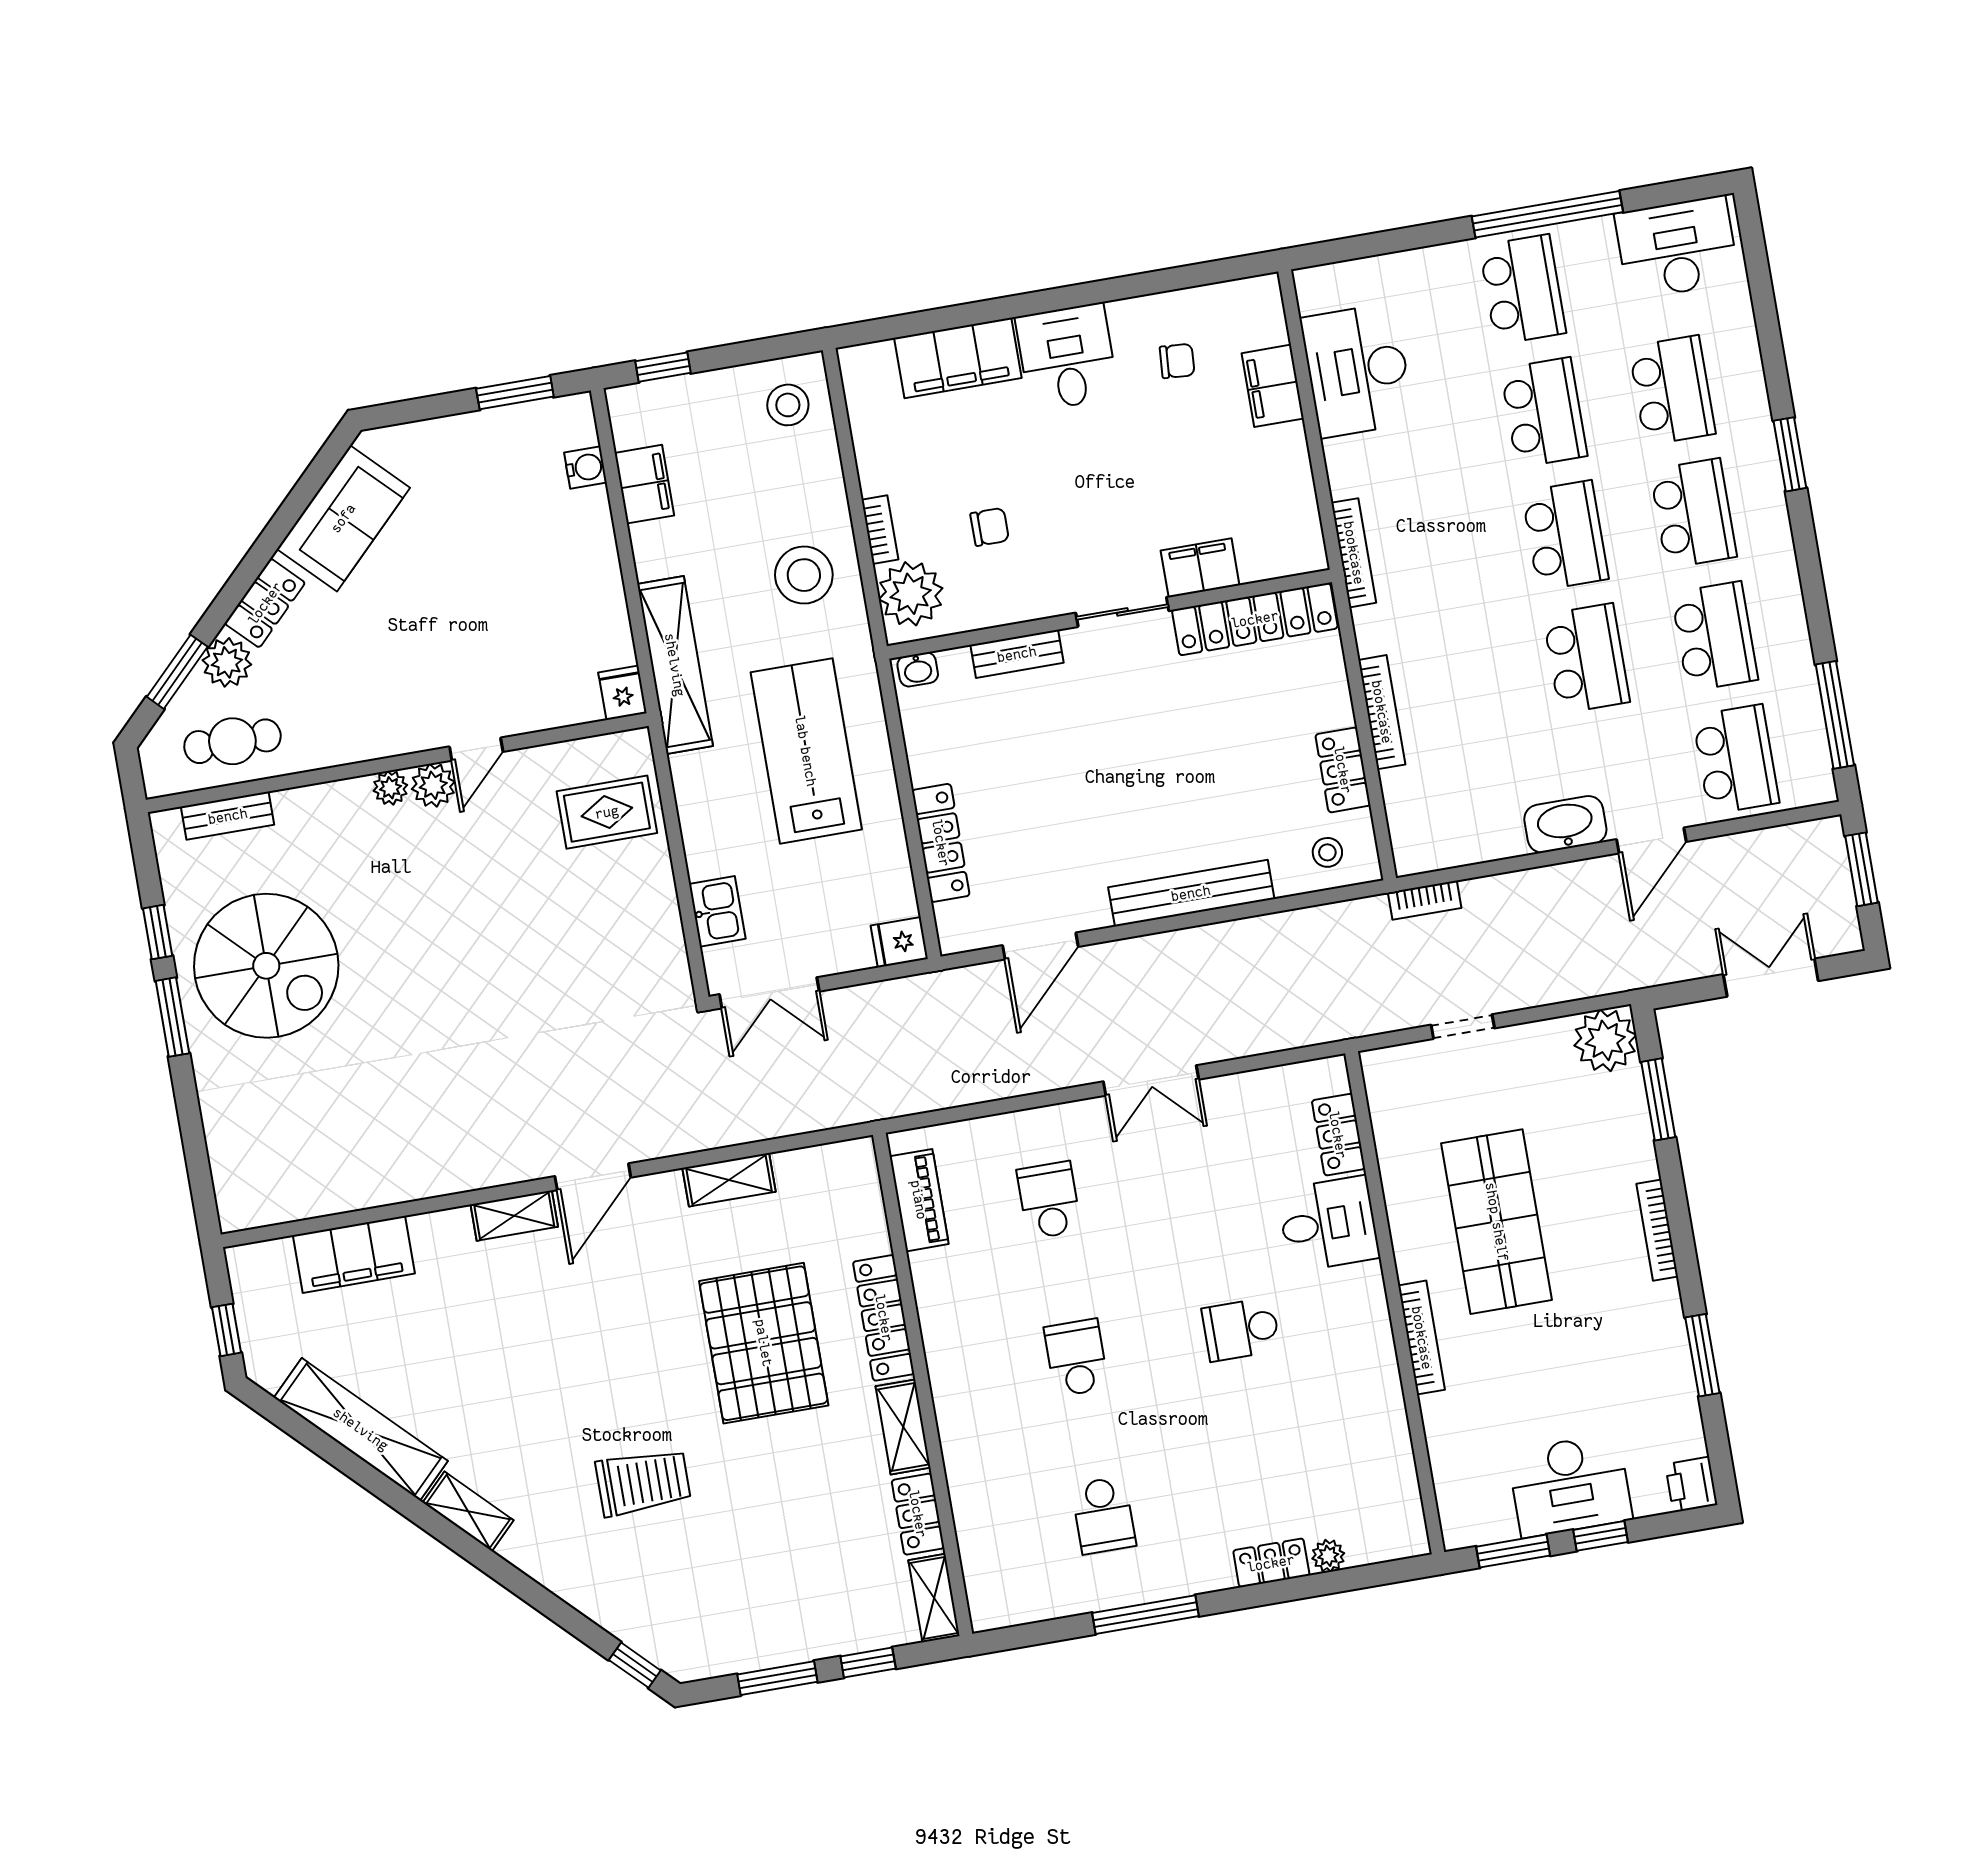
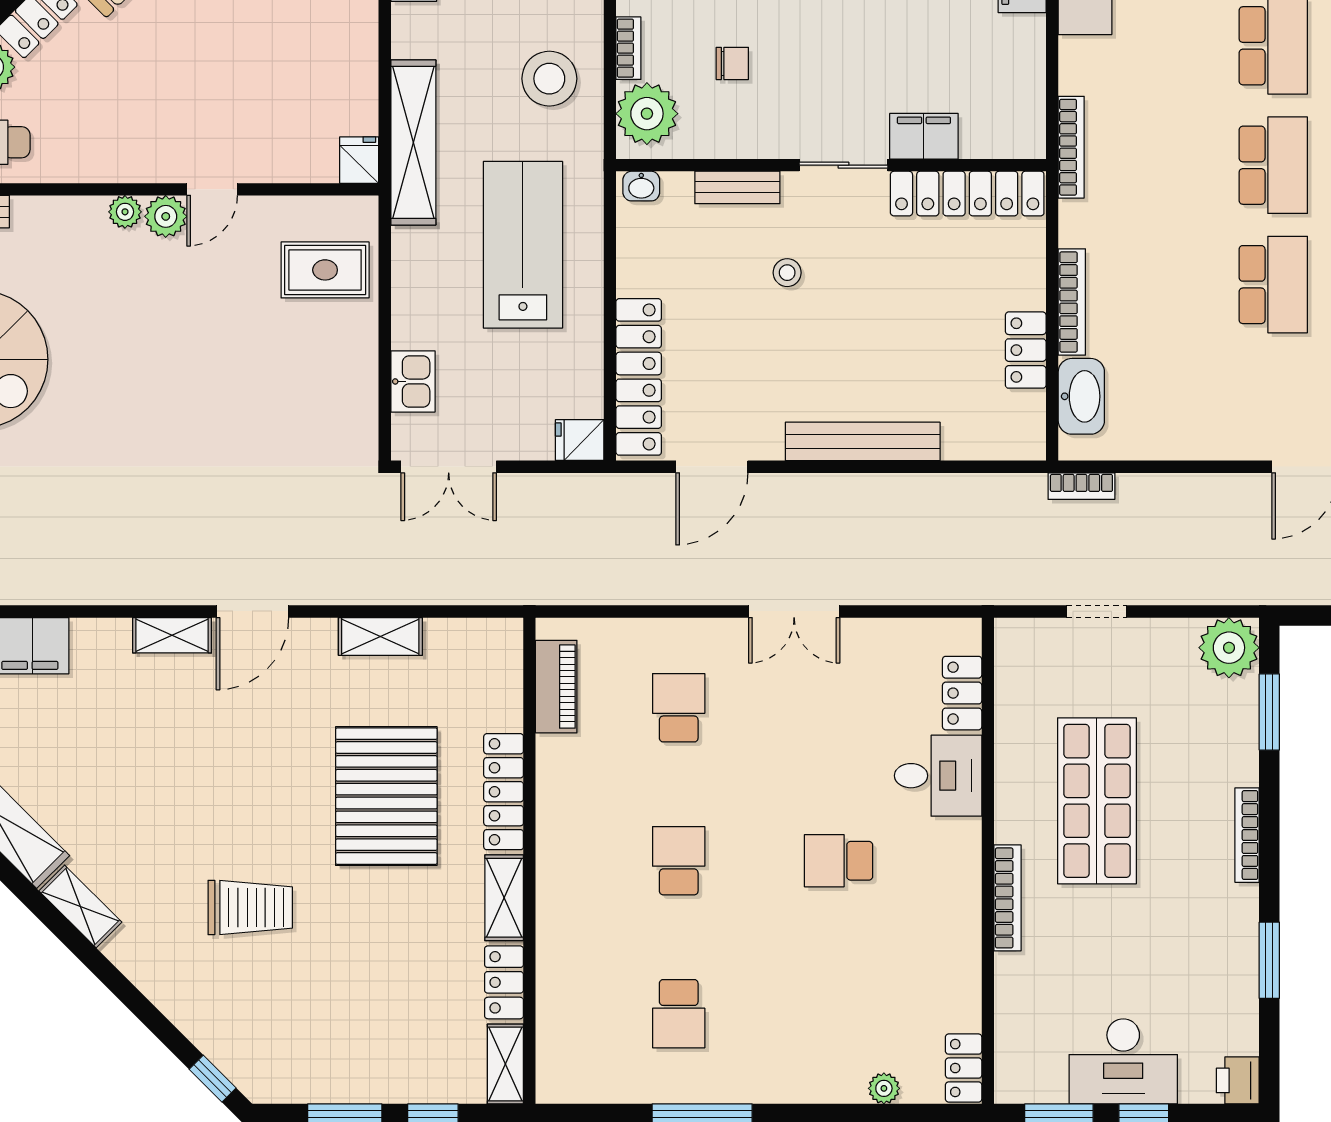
washbasin: (1565, 824) -> (1081, 396), moved, turned 90
locker: (941, 843) -> (639, 377), width x1.41, depth x1.21
stool: (1327, 852) -> (787, 273), moved
locker: (1271, 1563) -> (964, 1068), moved, turned -90

